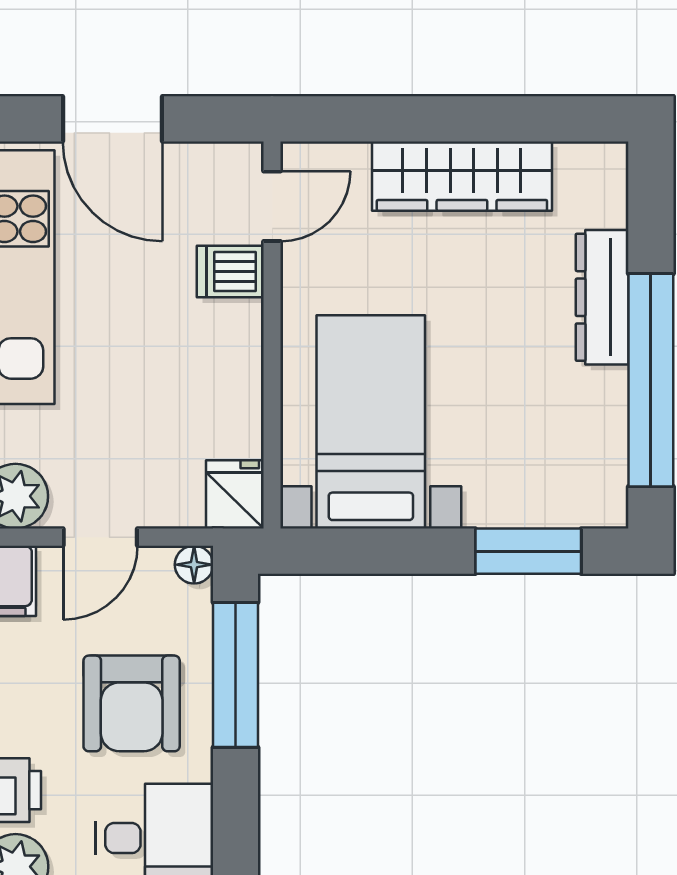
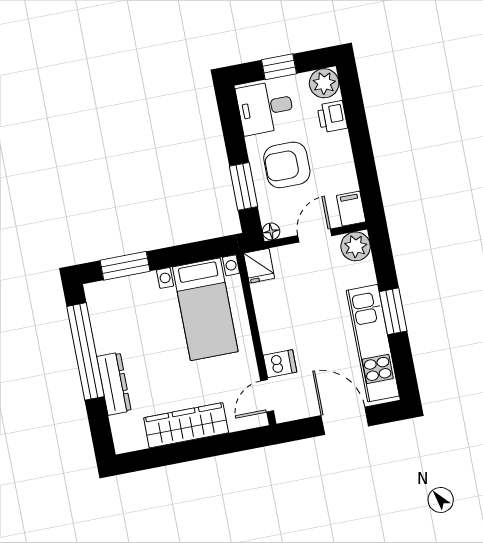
window: (236, 675) -> (243, 186), width x0.69
armchair: (132, 703) -> (287, 165), turned -90

